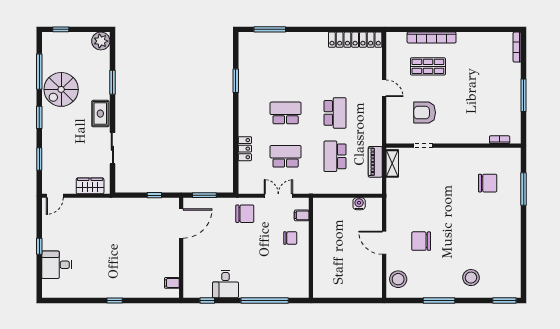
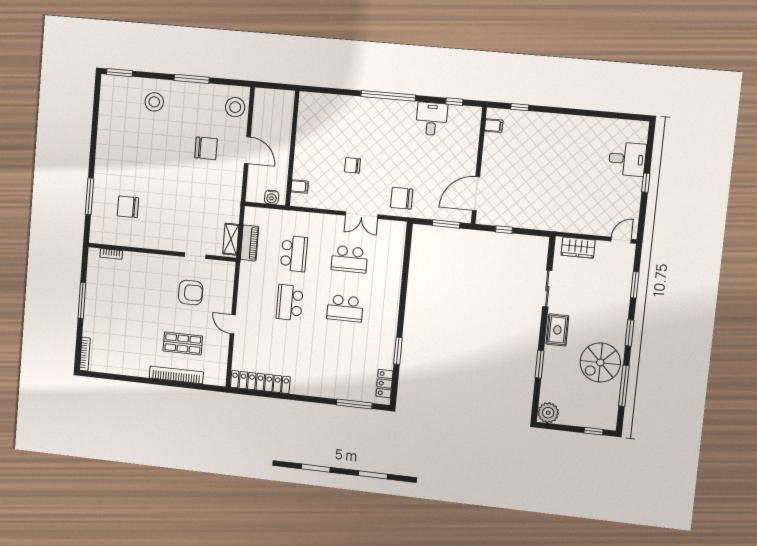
spiral stairs: (61, 89) -> (600, 362), turned 180
locker: (245, 149) -> (385, 384), moved
filing cabinet: (302, 215) -> (300, 187), moved
wall: (311, 248) -> (292, 149), moved
window: (115, 300) -> (520, 107), moved

